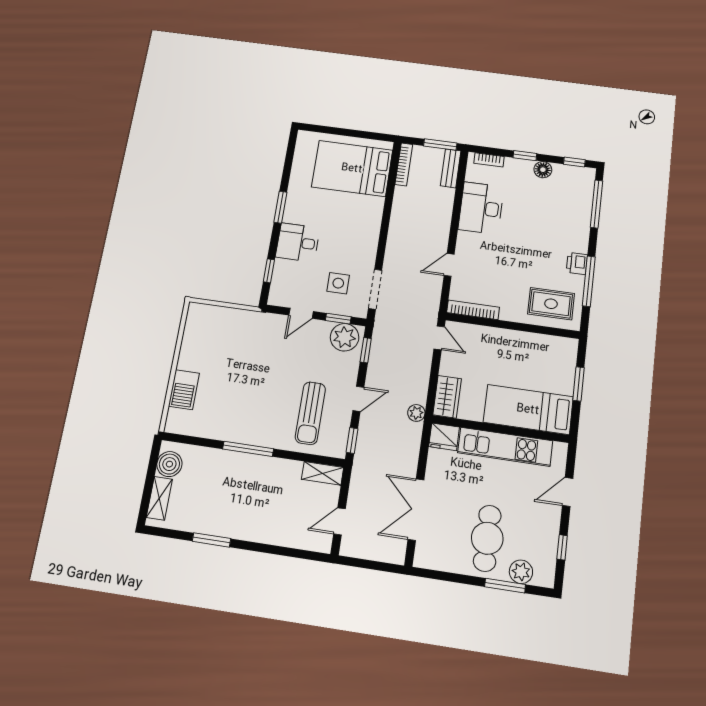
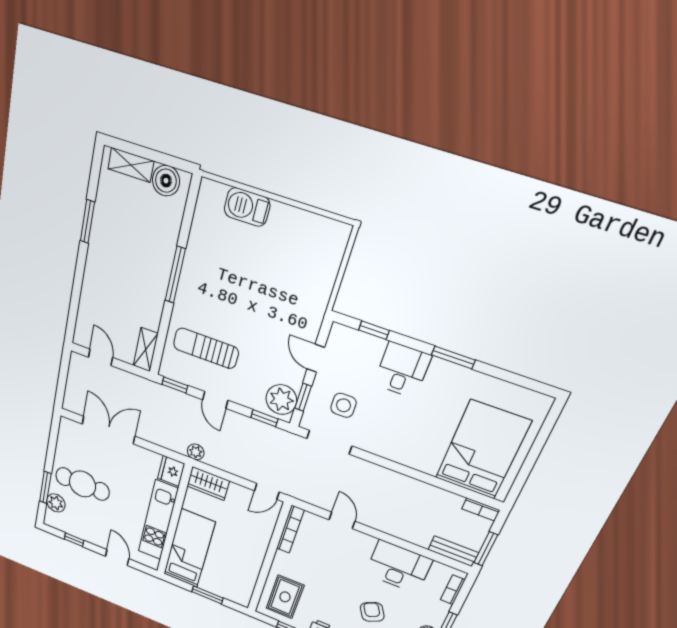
bookcase: (404, 164) -> (481, 509), width x0.64
armchair: (538, 221) -> (372, 612), added

